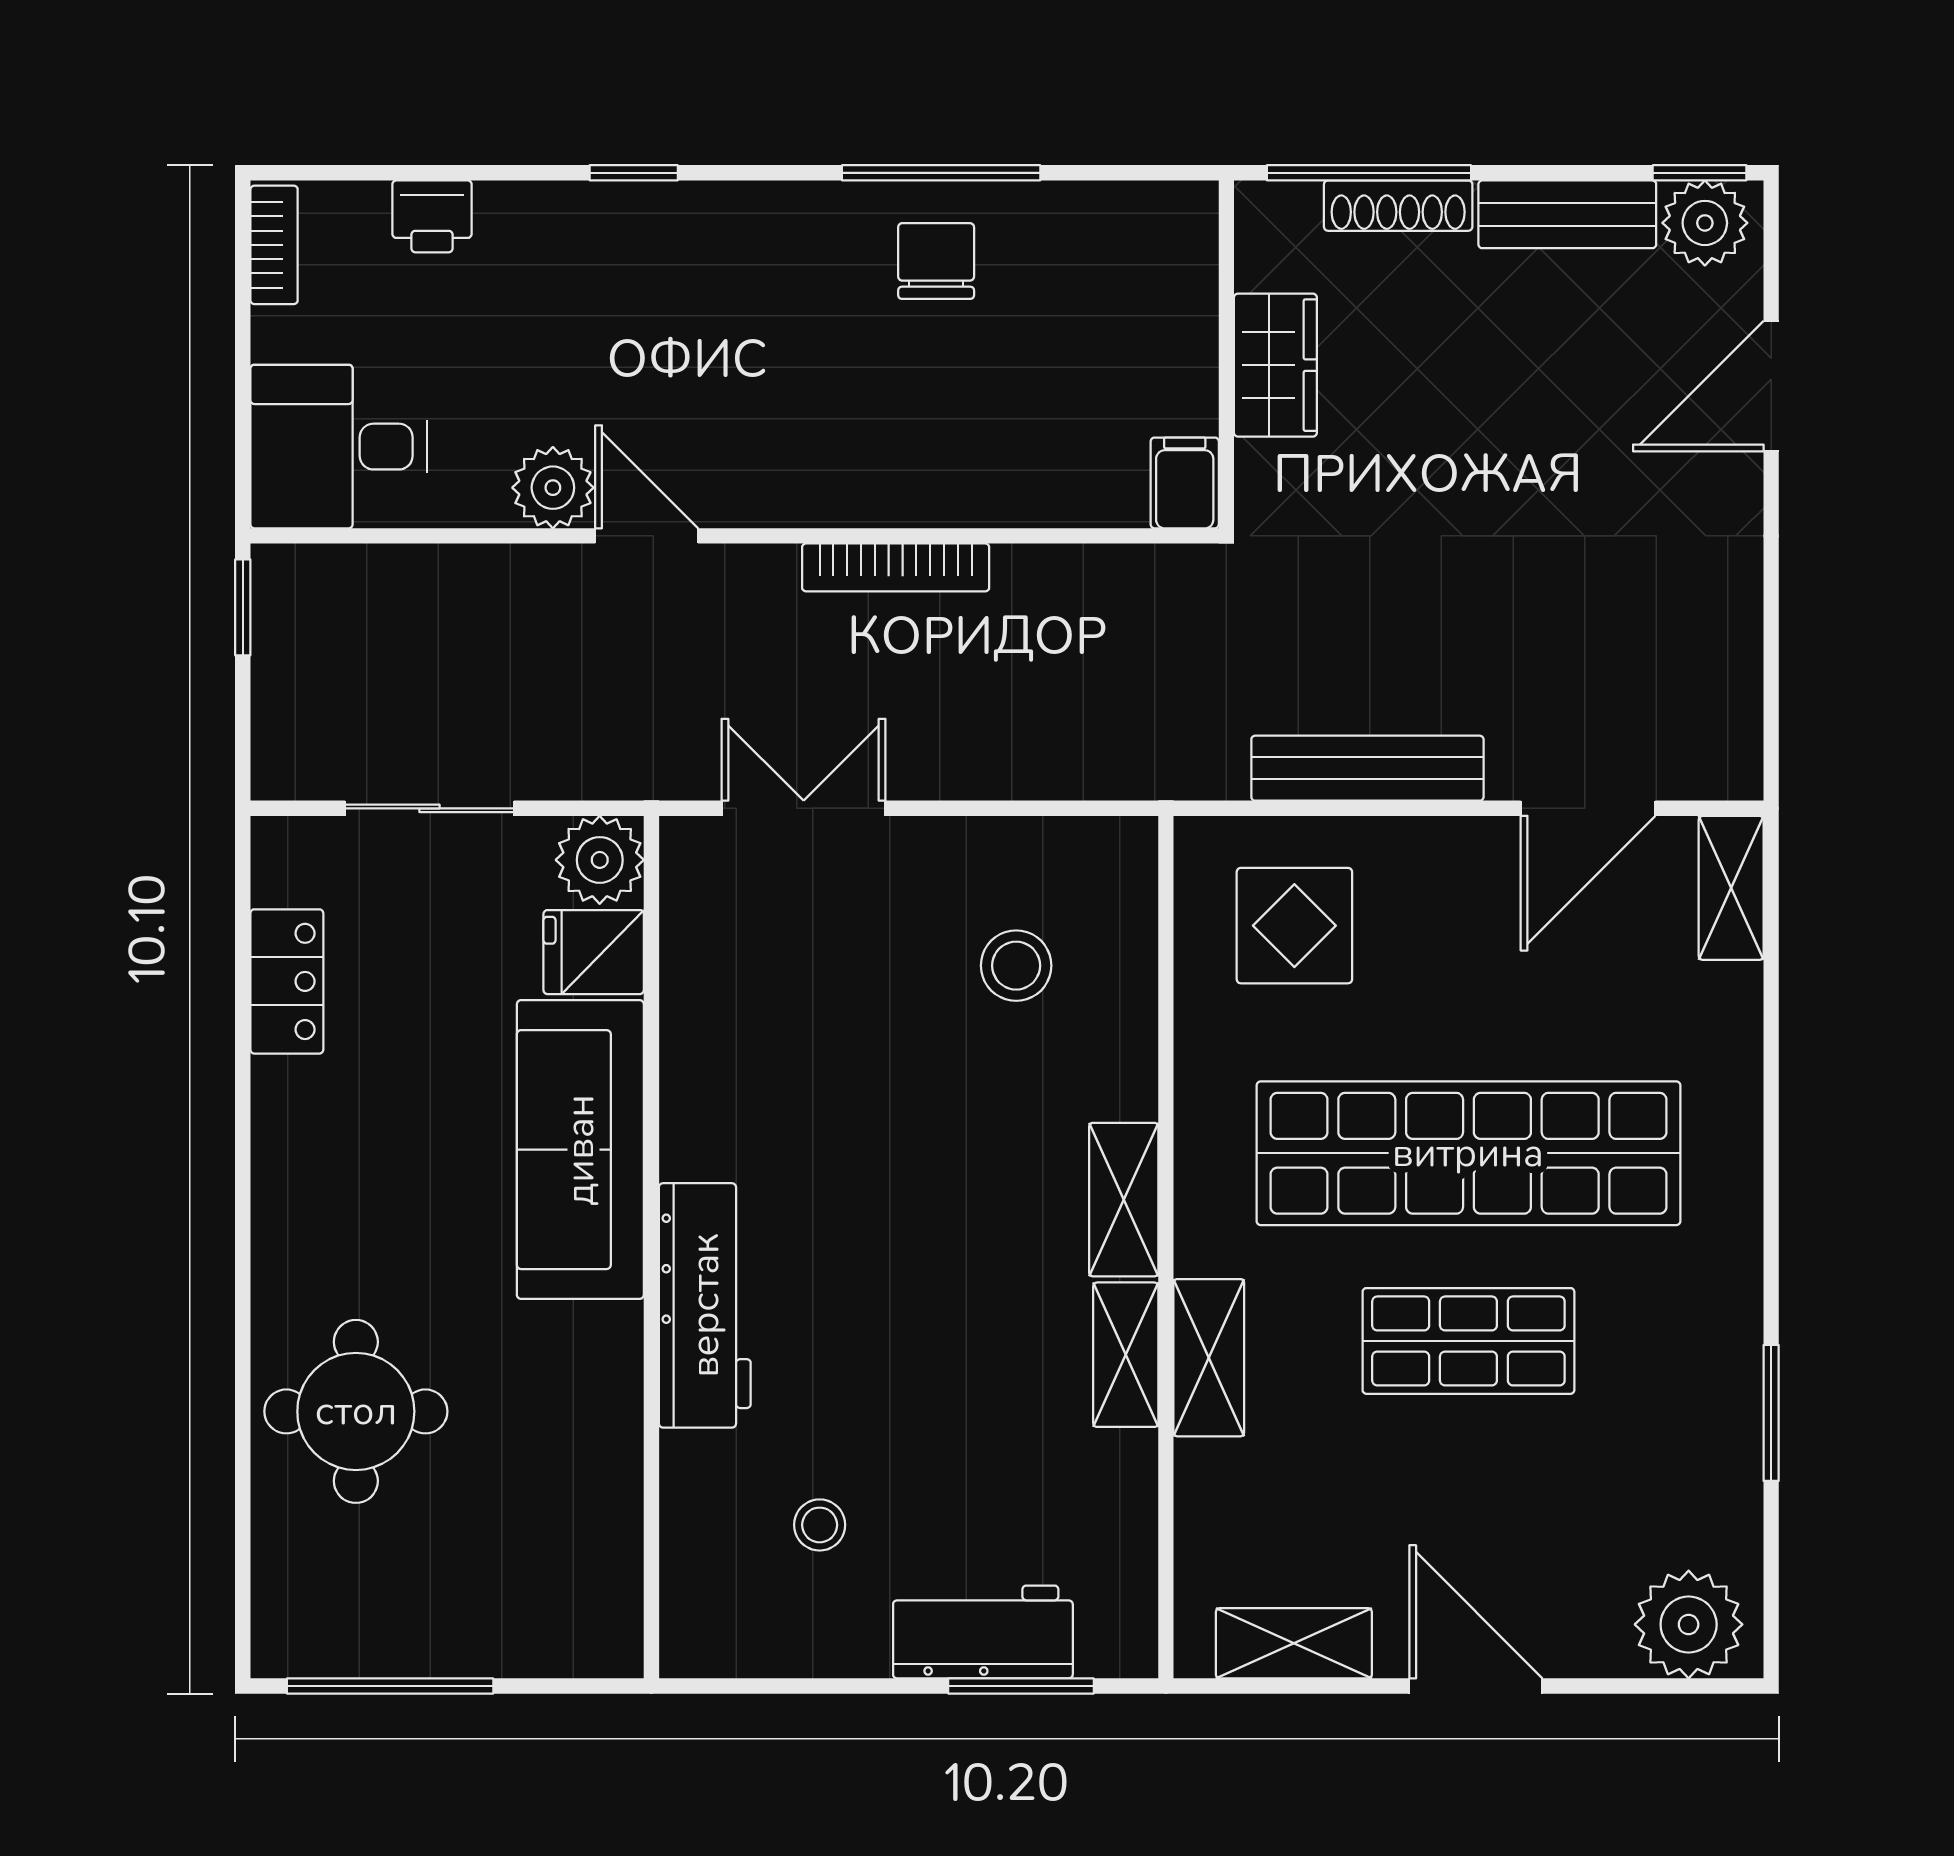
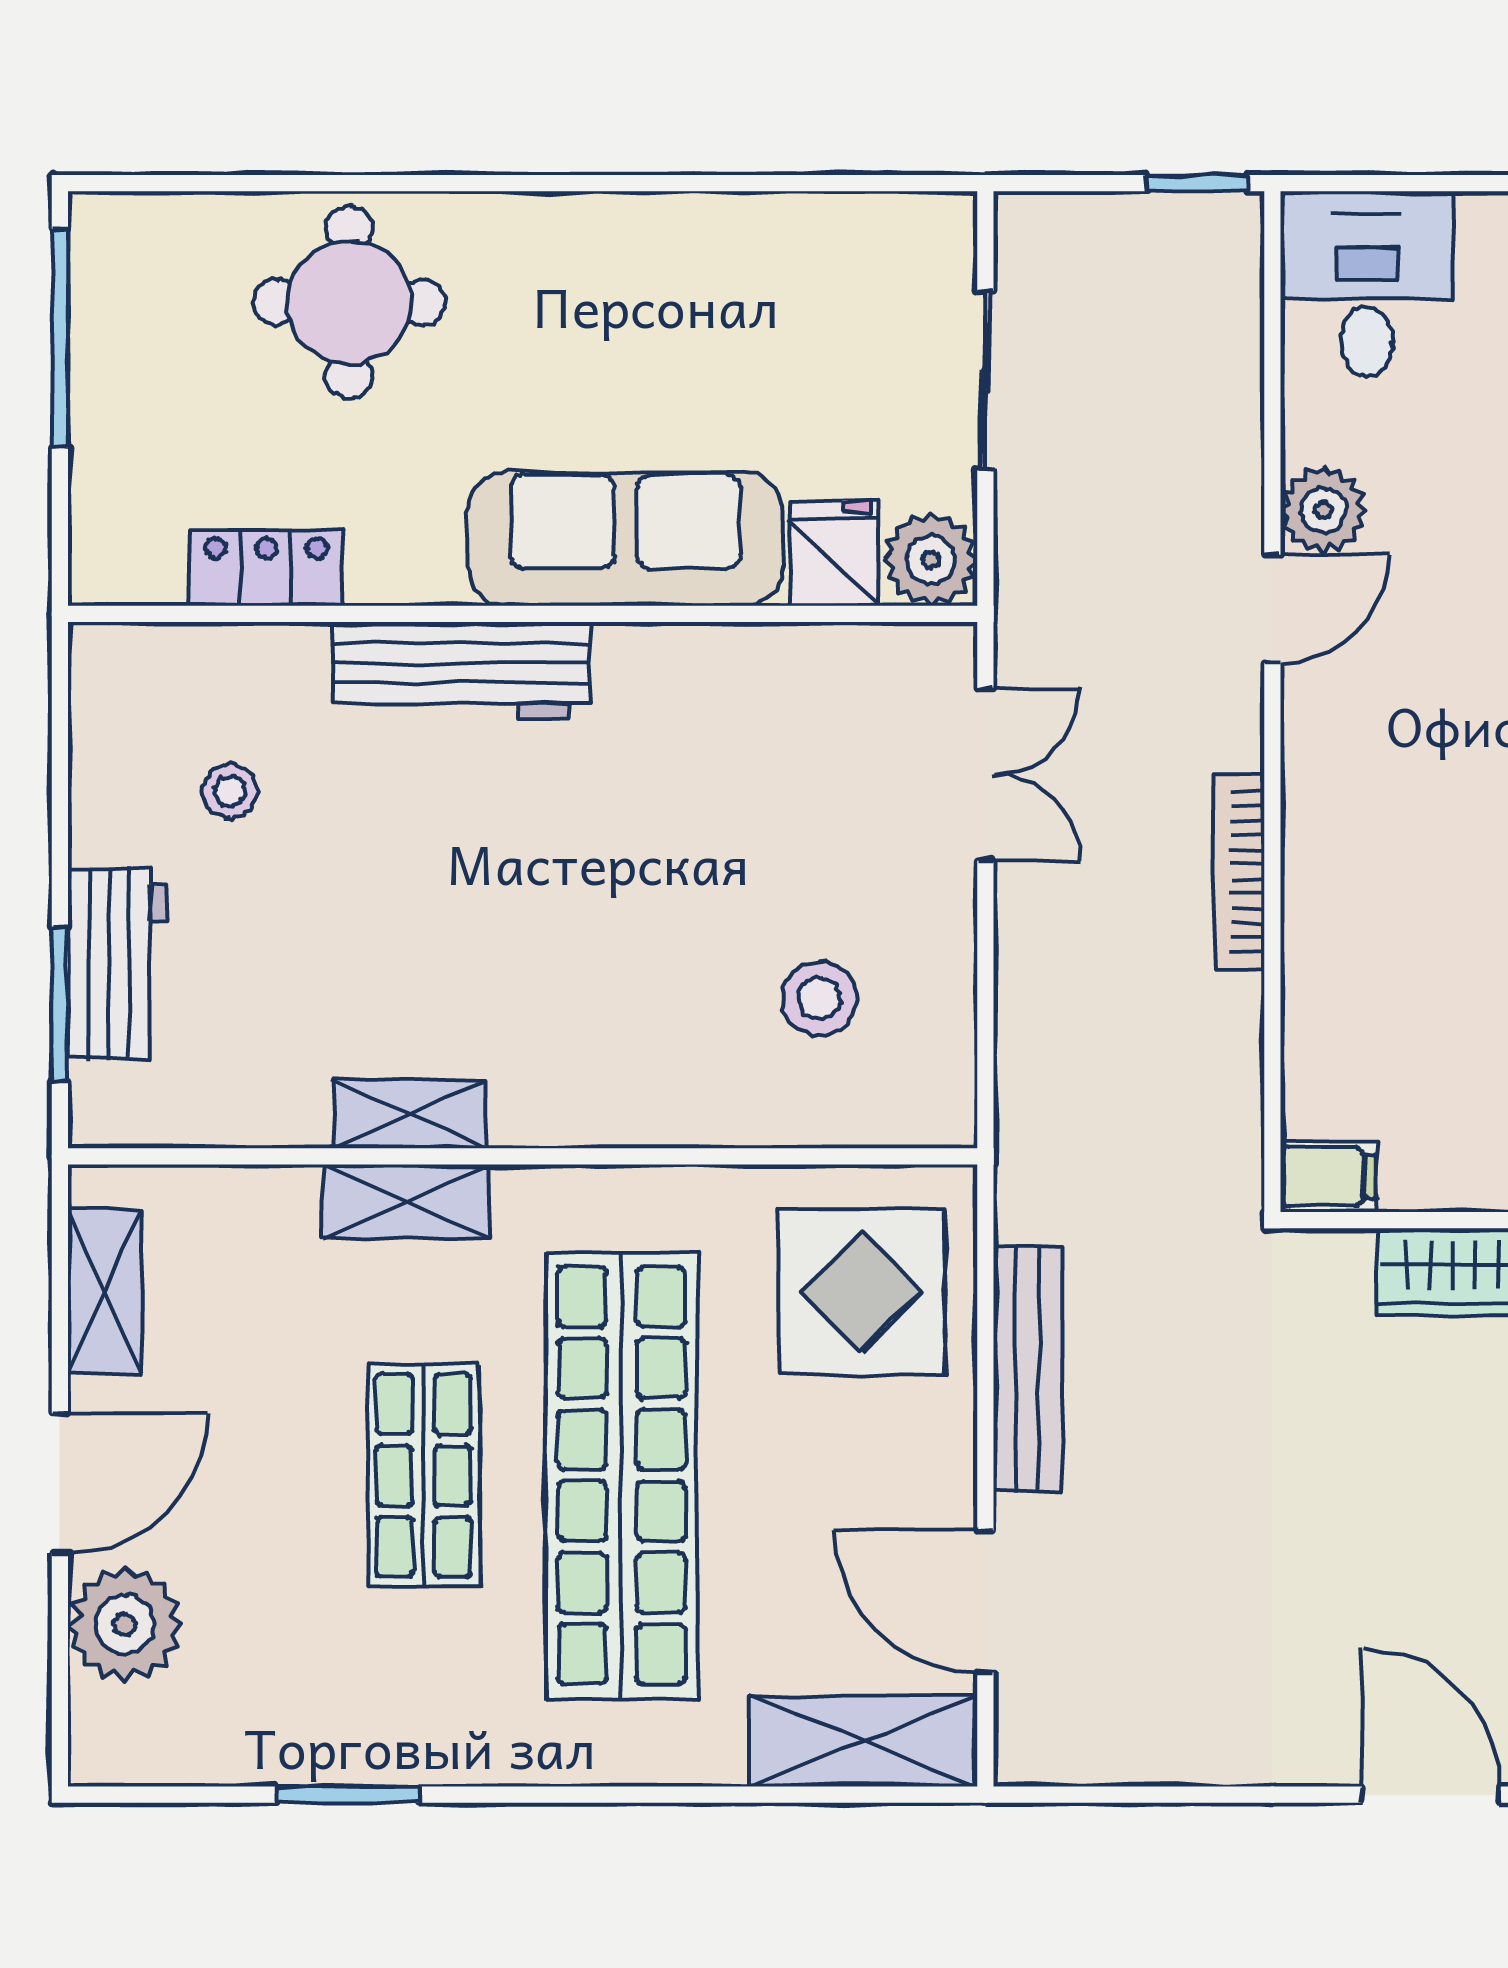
shelving: (1731, 888) -> (863, 1741), width x1.50, depth x1.33
display table: (1294, 926) -> (862, 1292), width x1.36, depth x1.36
locker: (287, 981) -> (266, 568), moved, turned 180
shelving: (1124, 1200) -> (573, 1112), removed
plant: (1689, 1624) -> (125, 1624), moved

